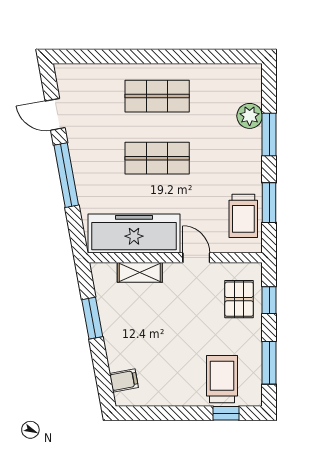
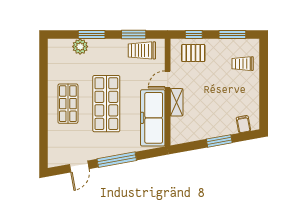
shop shelf: (157, 158) -> (106, 104), width x1.43, depth x1.36
trolley: (243, 216) -> (142, 50), turned 180
shelving: (140, 272) -> (177, 102), moved
window: (92, 318) -> (219, 141), moved
trolley: (222, 379) -> (243, 64), width x0.73, depth x0.72
window: (226, 413) -> (264, 61), removed

